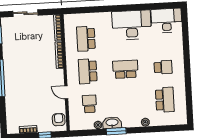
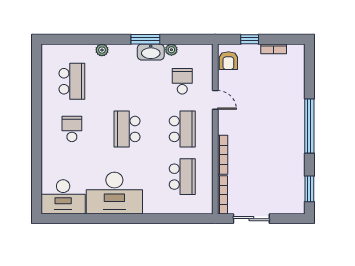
sliding door: (25, 13) -> (251, 219), moved
school desk: (163, 67) -> (72, 129), turned 90
school desk: (125, 69) -> (127, 129), turned 90
school desk: (165, 100) -> (72, 81), turned 180
school desk: (89, 104) -> (182, 81), turned 180

